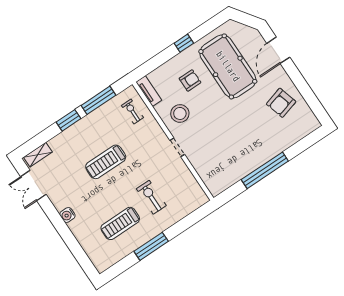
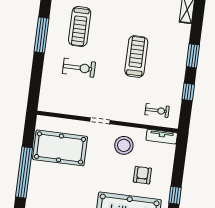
armchair: (190, 80) -> (142, 175), turned 180
window: (98, 100) -> (188, 92), width x0.46
pool table: (223, 159) -> (60, 148), added
treadmill: (120, 223) -> (80, 27), turned 180

